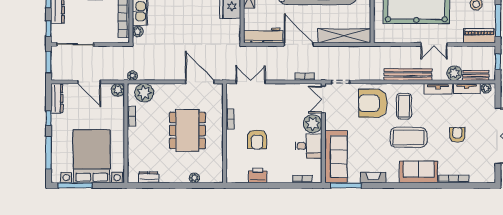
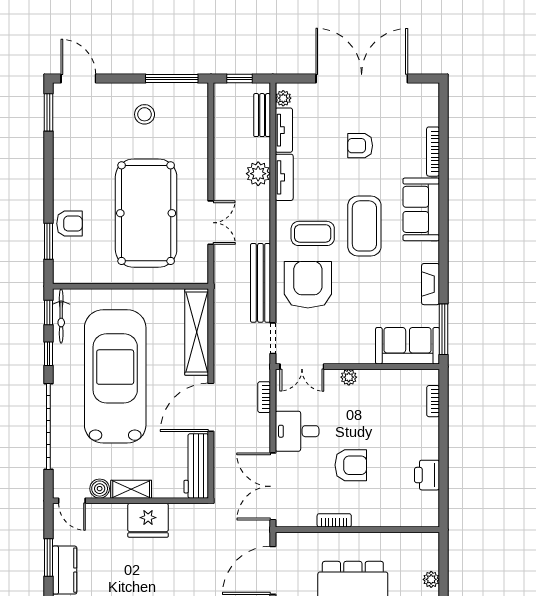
piano: (479, 36) -> (197, 109), removed
double door: (434, 44) -> (211, 223), moved
plant: (454, 73) -> (258, 174), moved
bench: (408, 74) -> (260, 283), moved
double door: (251, 82) -> (273, 486), width x1.37
armchair: (373, 103) -> (308, 285), turned 180
plant: (313, 124) -> (349, 377), width x0.53, depth x0.53
armchair: (257, 139) -> (351, 465), moved
desk: (309, 146) -> (297, 431), moved, turned -90
sofa: (336, 157) -> (408, 346), width x0.73

